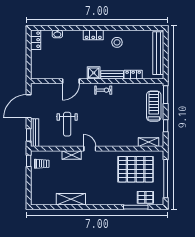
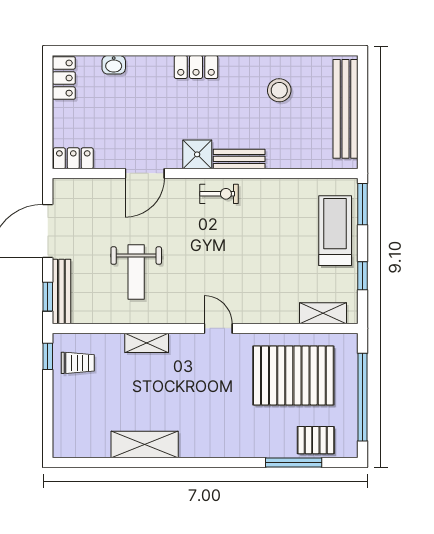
stool: (117, 42) -> (279, 90), moved
locker: (133, 75) -> (73, 158), moved
door: (90, 149) -> (218, 328), moved

